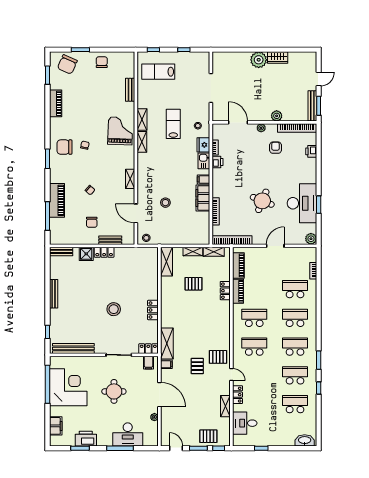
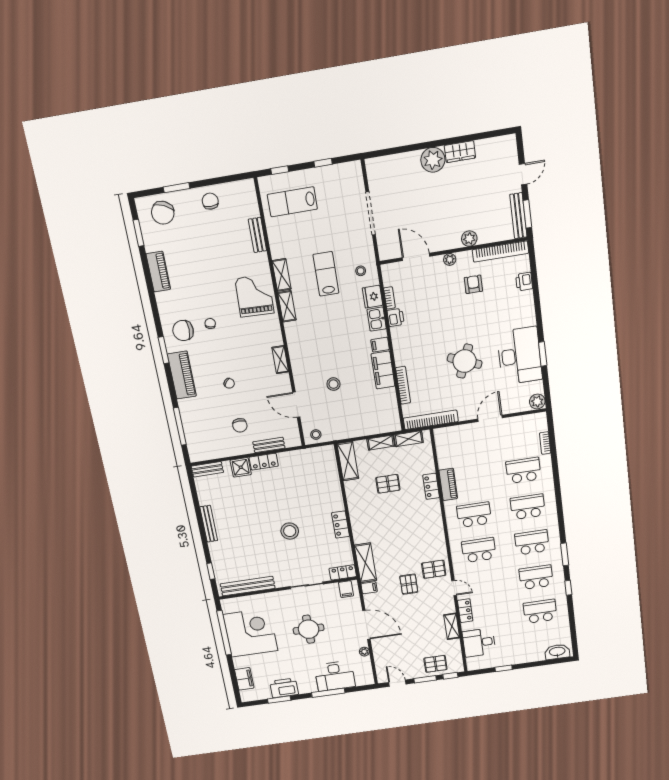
piano: (57, 200) -> (182, 375), moved
piano: (238, 265) -> (444, 451), removed

